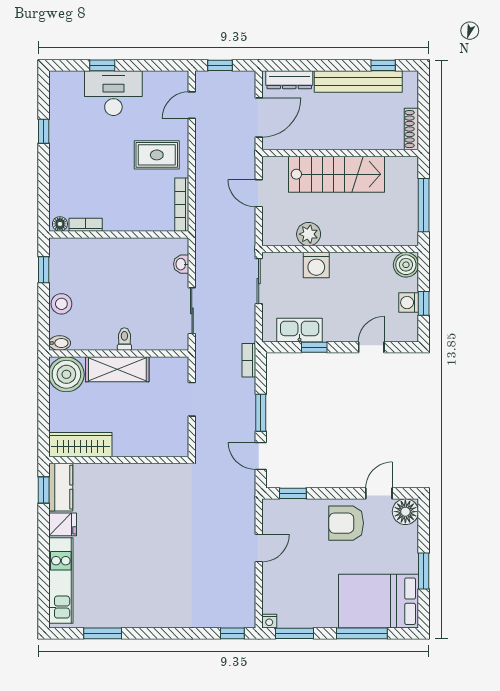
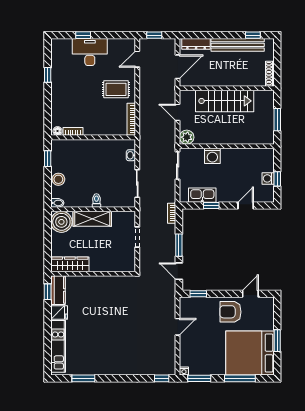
window: (424, 205) -> (277, 120), width x0.69
plant: (309, 234) -> (187, 137), moved
boiler: (406, 265) -> (267, 156), removed
floor lamp: (405, 512) -> (266, 305), removed
bed: (378, 601) -> (250, 353), width x1.36

